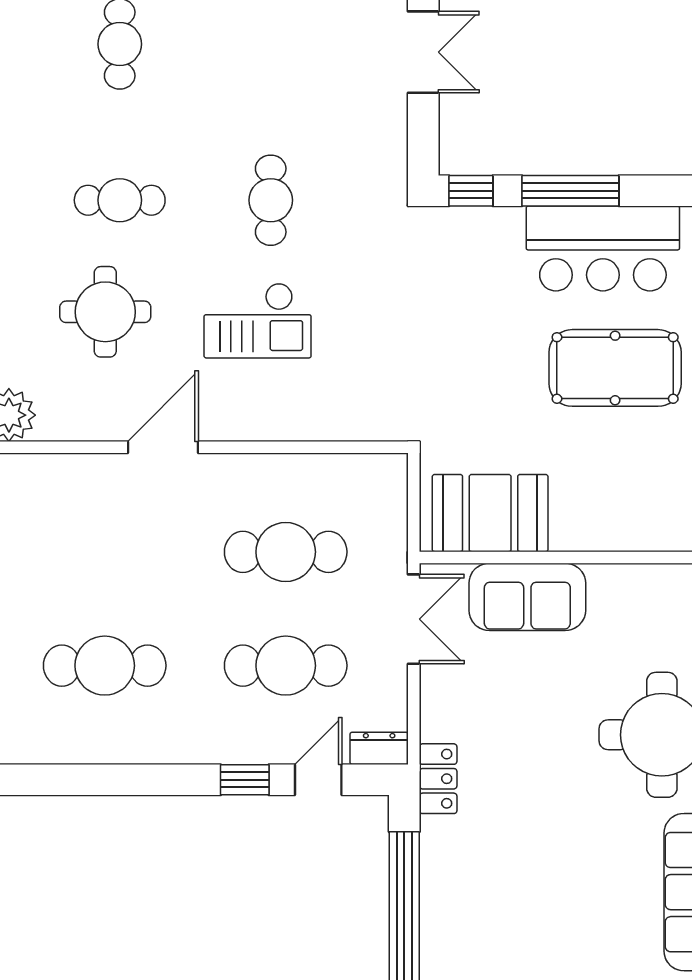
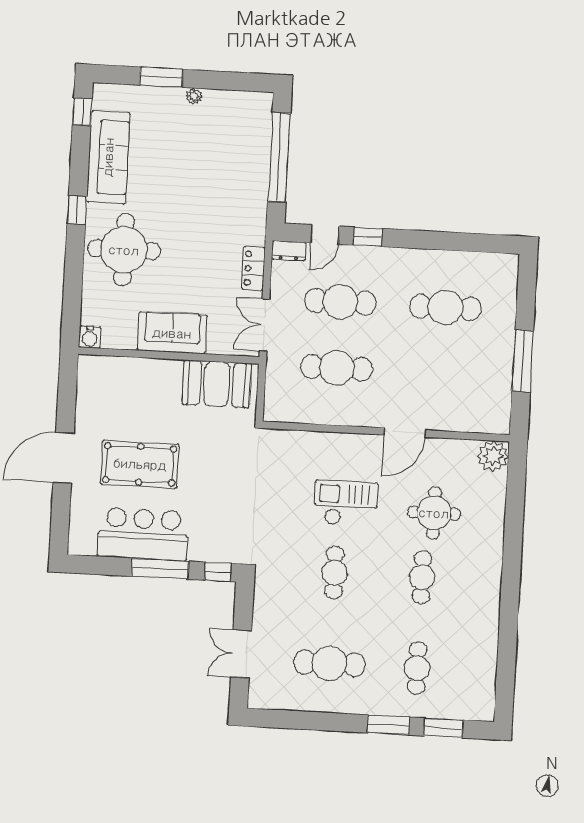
cafe table: (271, 44) -> (329, 663), added
cafe table: (120, 200) -> (422, 577), turned 90
sofa: (527, 597) -> (172, 333), moved
locker: (438, 779) -> (253, 268), moved

